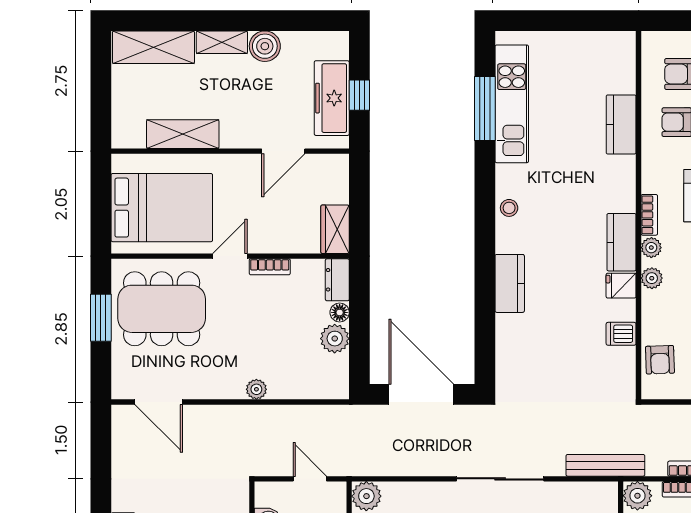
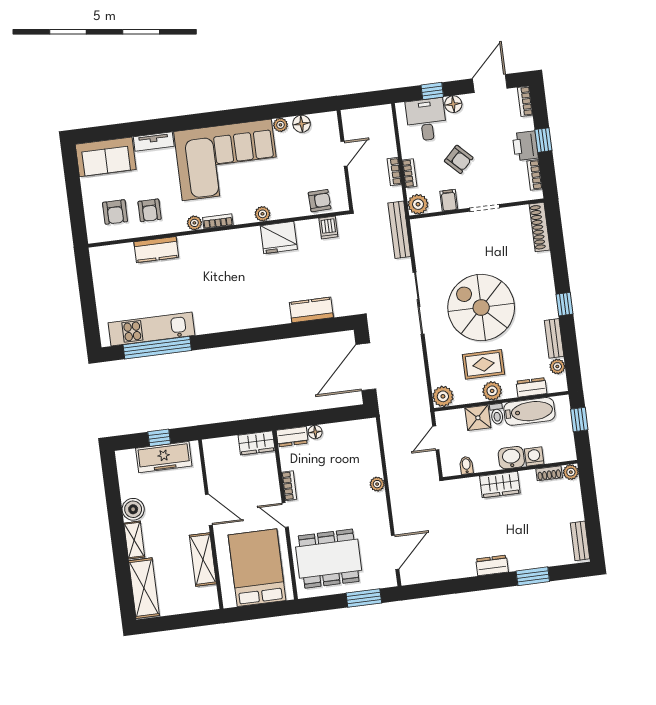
window: (485, 108) -> (157, 348), width x1.46
door: (283, 151) -> (209, 510), moved
stool: (509, 208) -> (226, 321), removed
kitchen counter: (622, 242) -> (240, 239), removed
plant: (651, 248) -> (194, 223), moved
kitchen counter: (510, 283) -> (311, 310), moved
fridge: (621, 286) -> (279, 237), width x1.88, depth x1.34
dining table: (162, 309) -> (329, 559), turned 90
window: (101, 318) -> (364, 598), moved
dishwasher: (621, 334) -> (328, 227), moved
plant: (335, 339) -> (334, 433), removed

